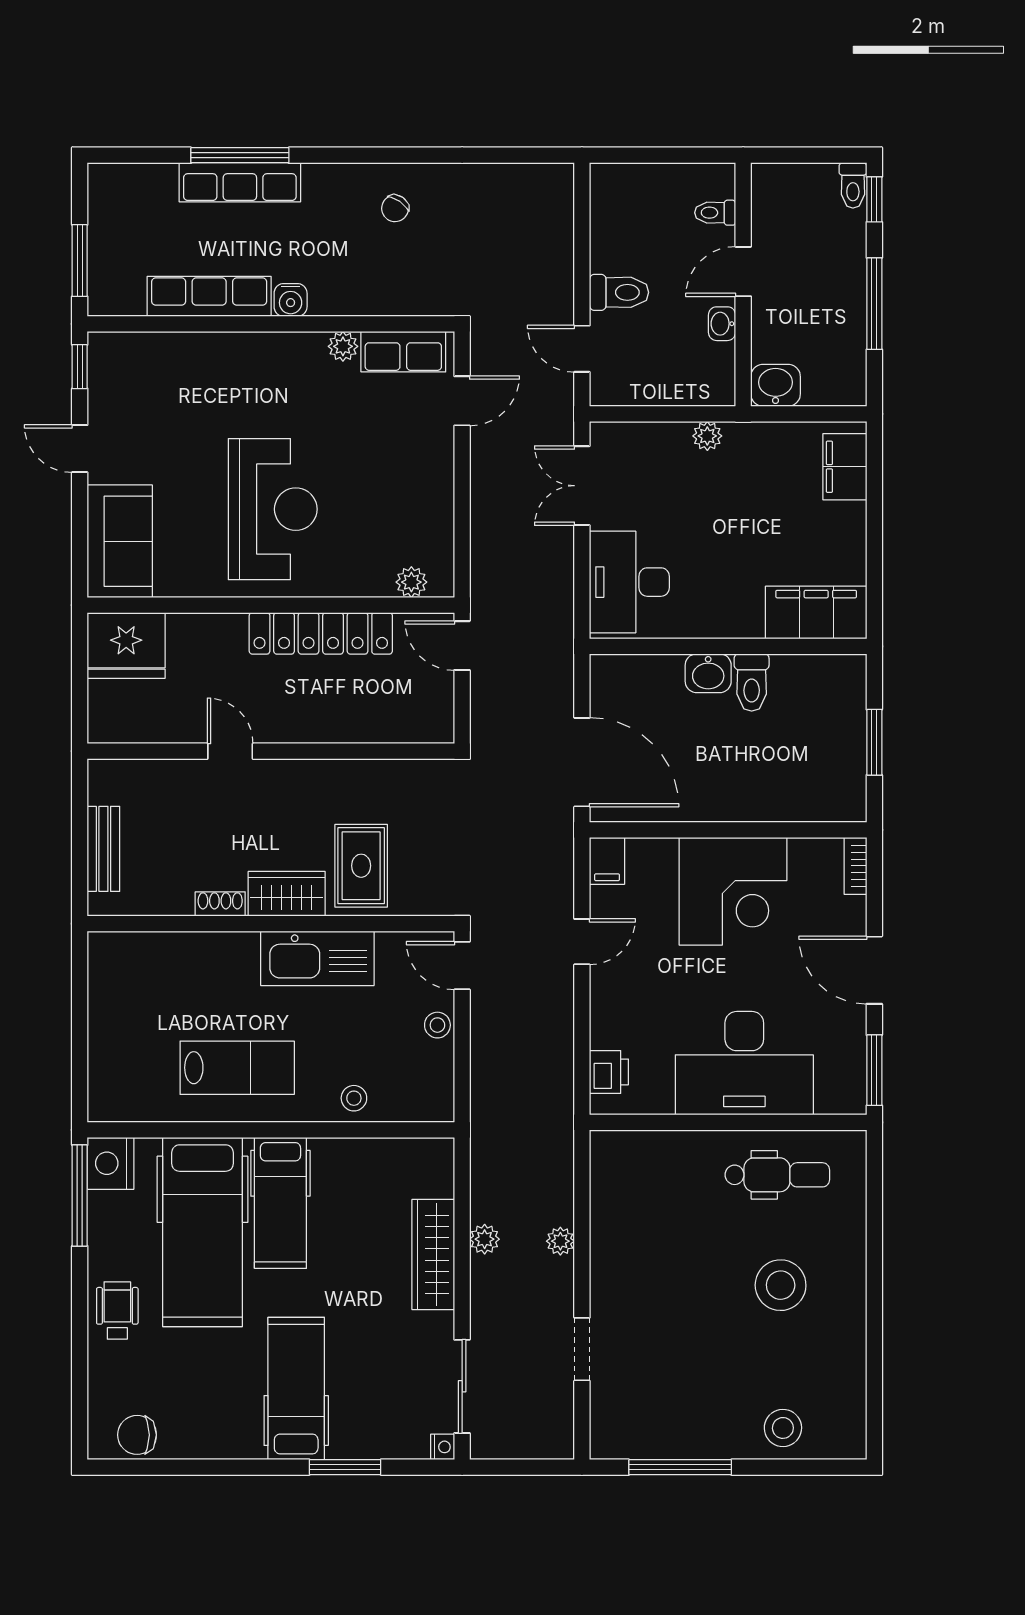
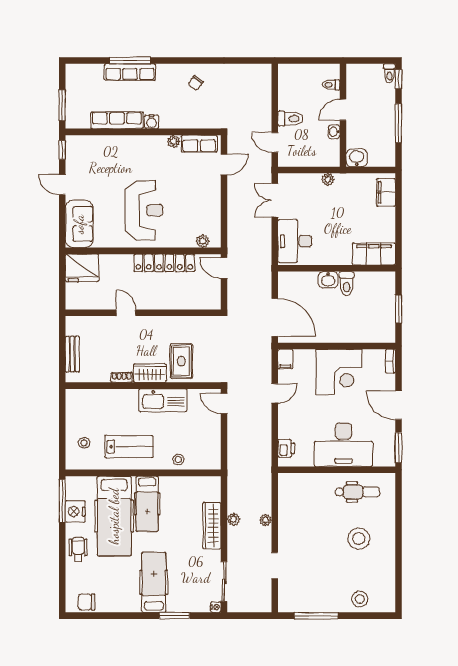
stool: (437, 1025) -> (84, 443), moved
nightstand: (111, 1163) -> (75, 511), moved

